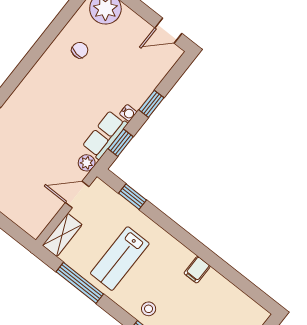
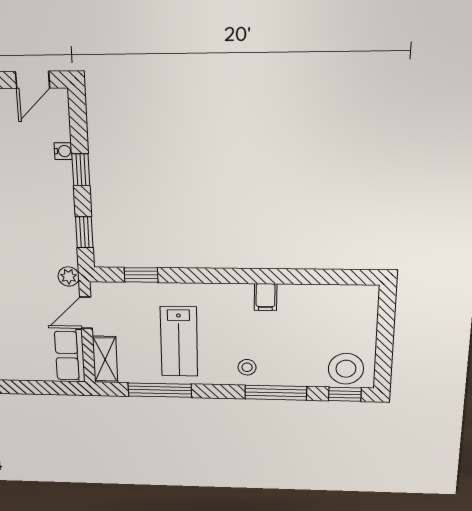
water cooler: (128, 113) -> (63, 151), moved
row of seats: (105, 135) -> (70, 356), moved

